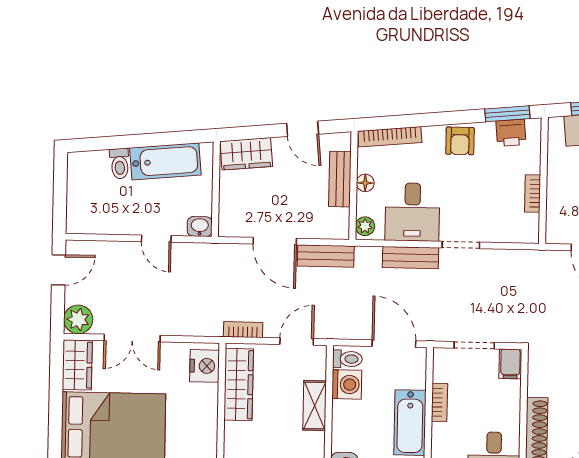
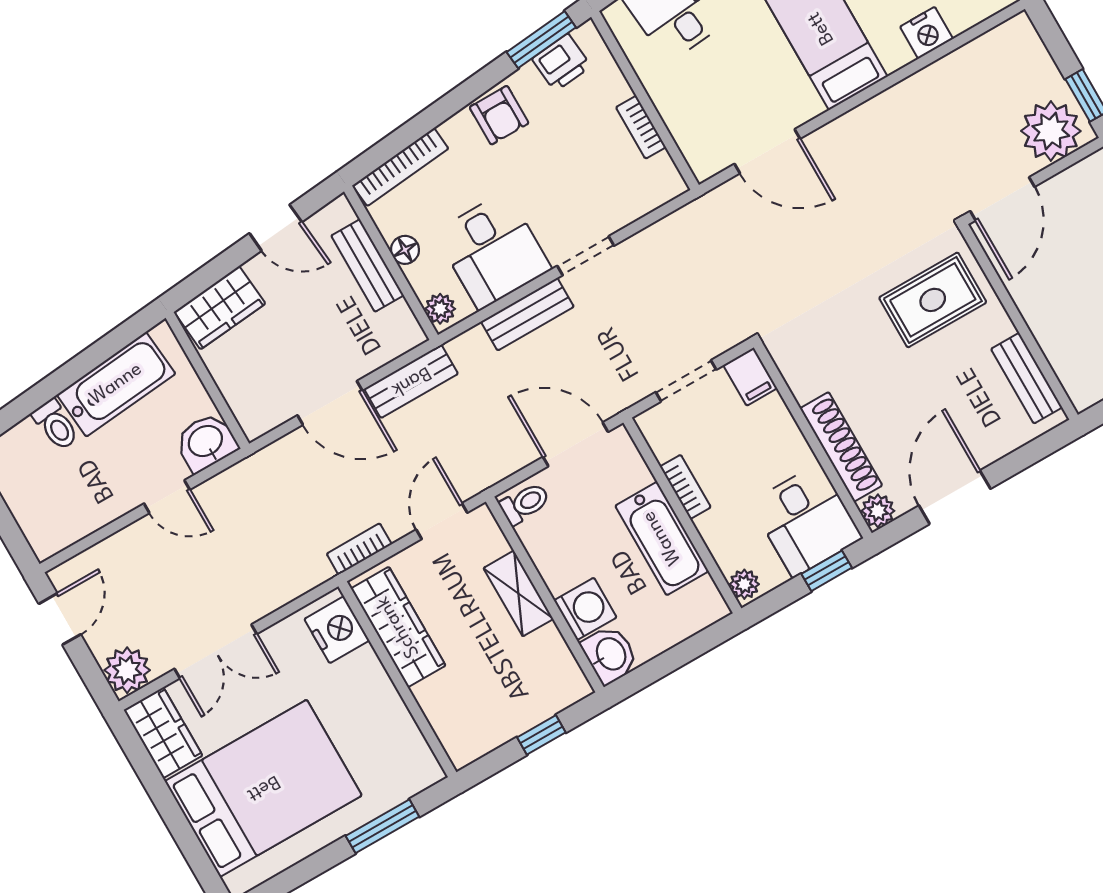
washbasin: (200, 227) -> (206, 442), width x1.38, depth x1.45
washing machine: (347, 384) -> (585, 609), moved

